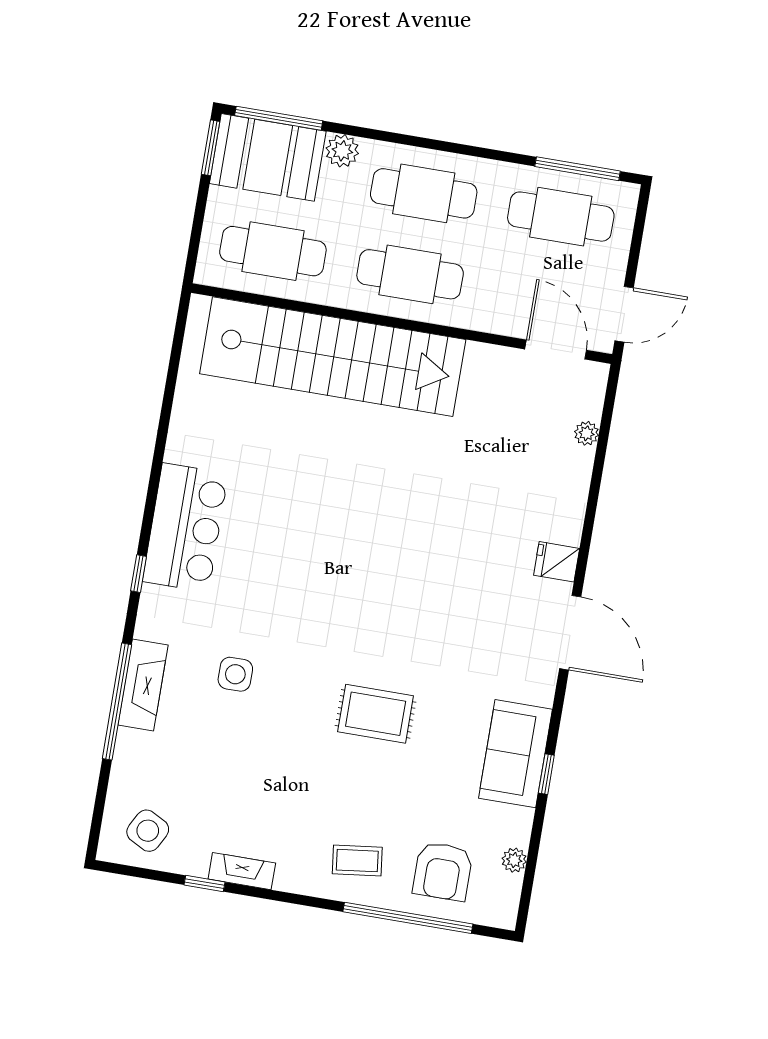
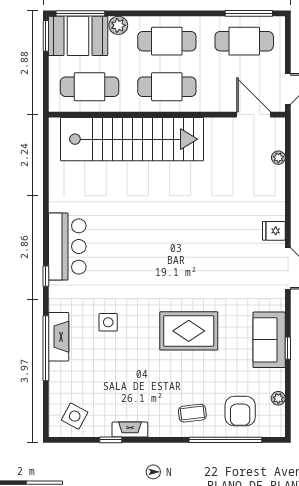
rug: (376, 714) -> (189, 331), width x1.36, depth x1.43

